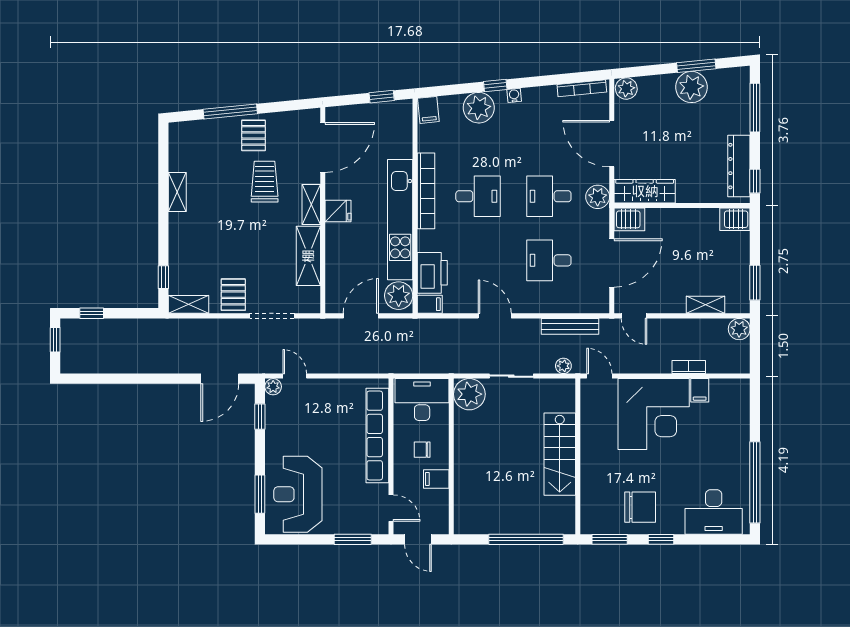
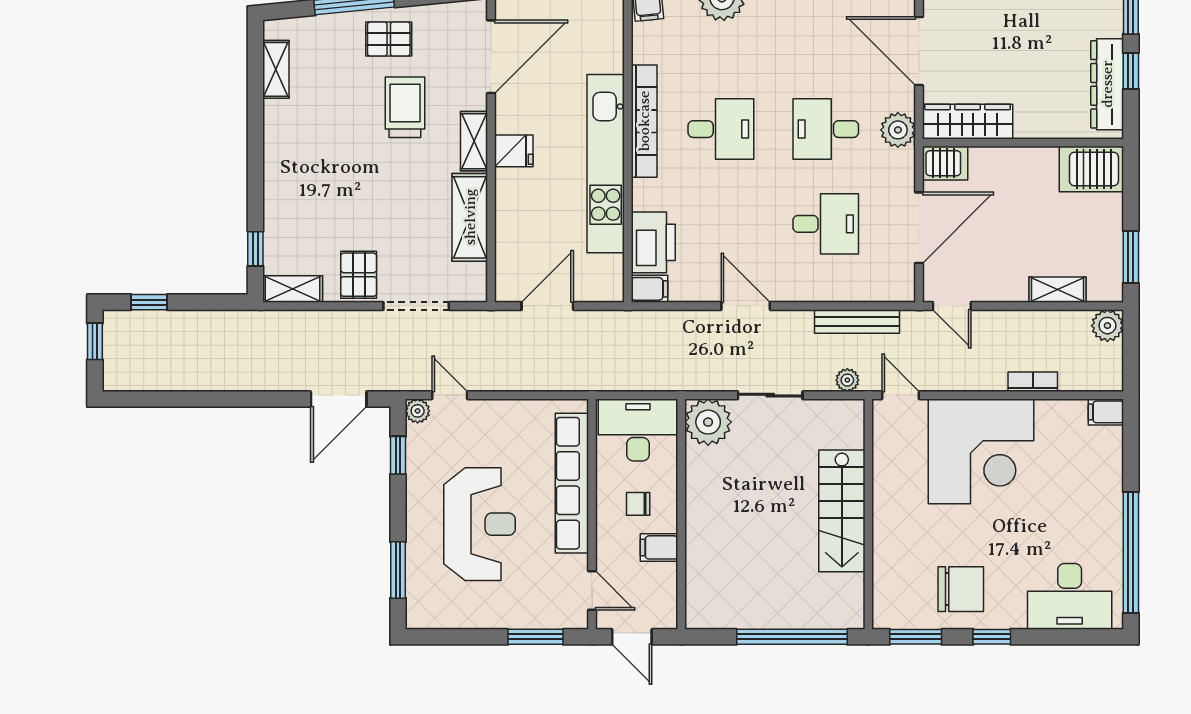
pallet: (254, 135) -> (389, 39), turned 90
window: (755, 181) -> (1131, 71), moved
shelving: (177, 192) -> (276, 69), moved
server rack: (735, 219) -> (1091, 169), width x1.36, depth x1.44
desk: (549, 260) -> (826, 224), turned 180
plant: (399, 296) -> (603, 276), removed
filing cabinet: (700, 390) -> (1106, 412), moved, turned 90
reception desk: (298, 494) -> (480, 524), moved, turned 180

